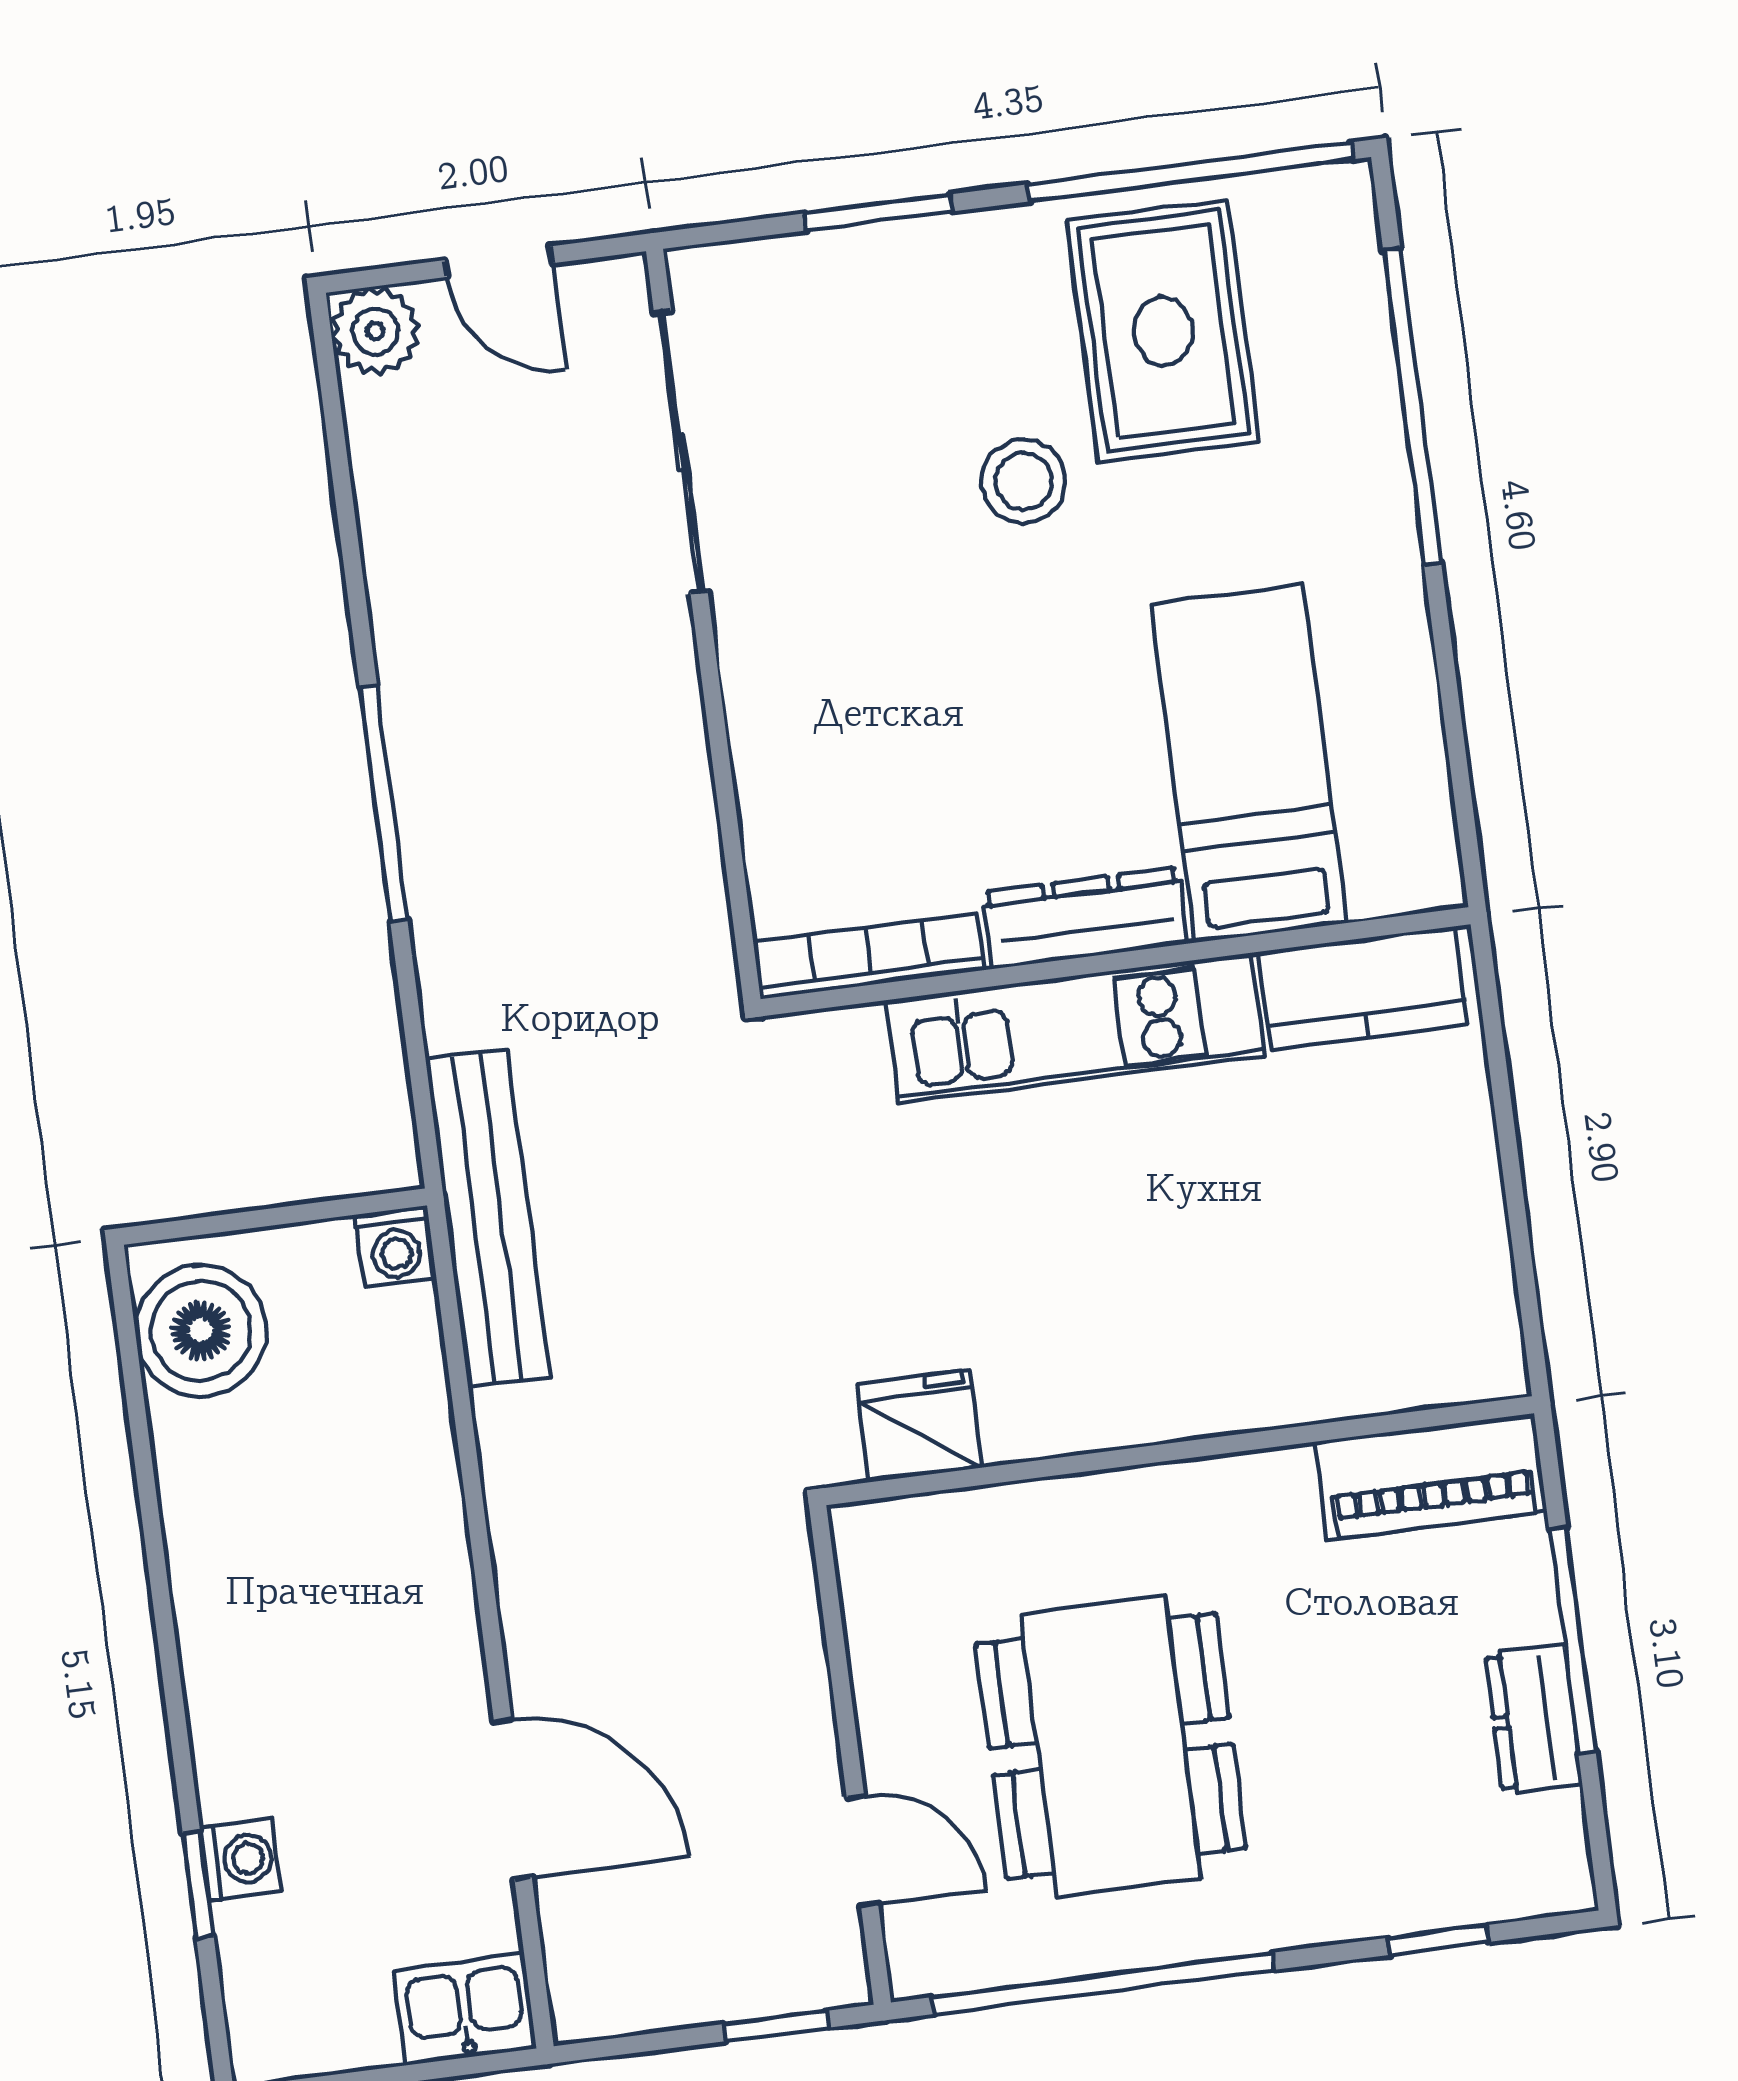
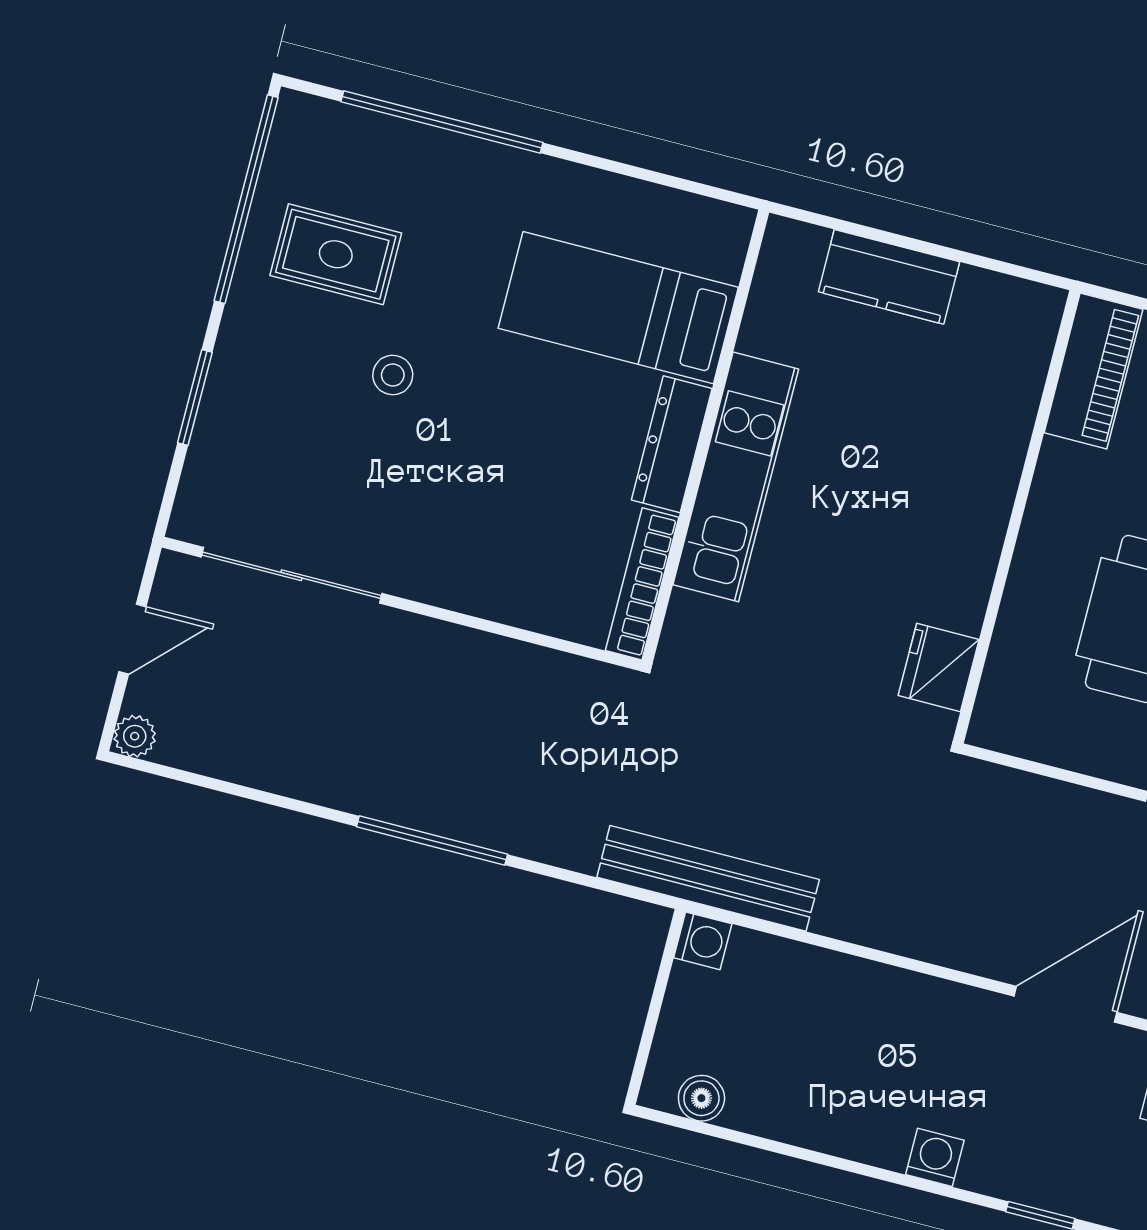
plant: (375, 331) -> (135, 736), width x0.73, depth x0.73
rug: (1163, 331) -> (336, 254), width x0.73, depth x0.70
stool: (1024, 481) -> (393, 375), width x0.73, depth x0.73
kitchen counter: (1363, 988) -> (889, 277), moved, turned 90
boiler: (201, 1331) -> (701, 1098), width x0.54, depth x0.54
washing machine: (241, 1859) -> (935, 1157), moved

